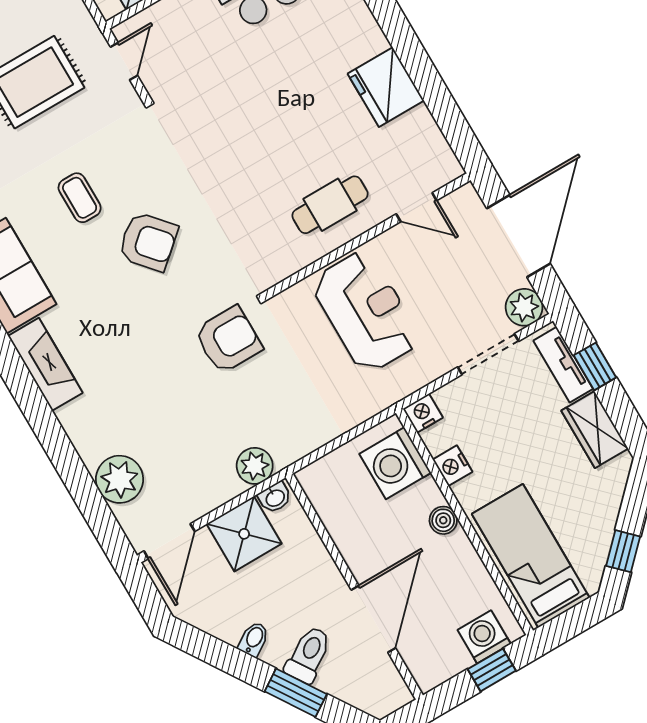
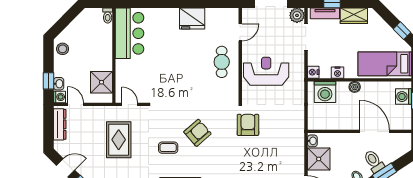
plant: (255, 466) -> (297, 141), removed

